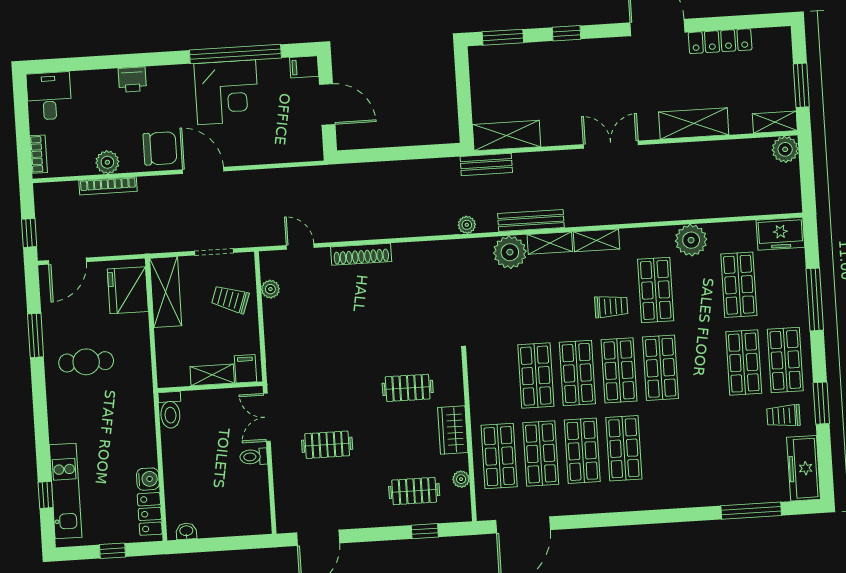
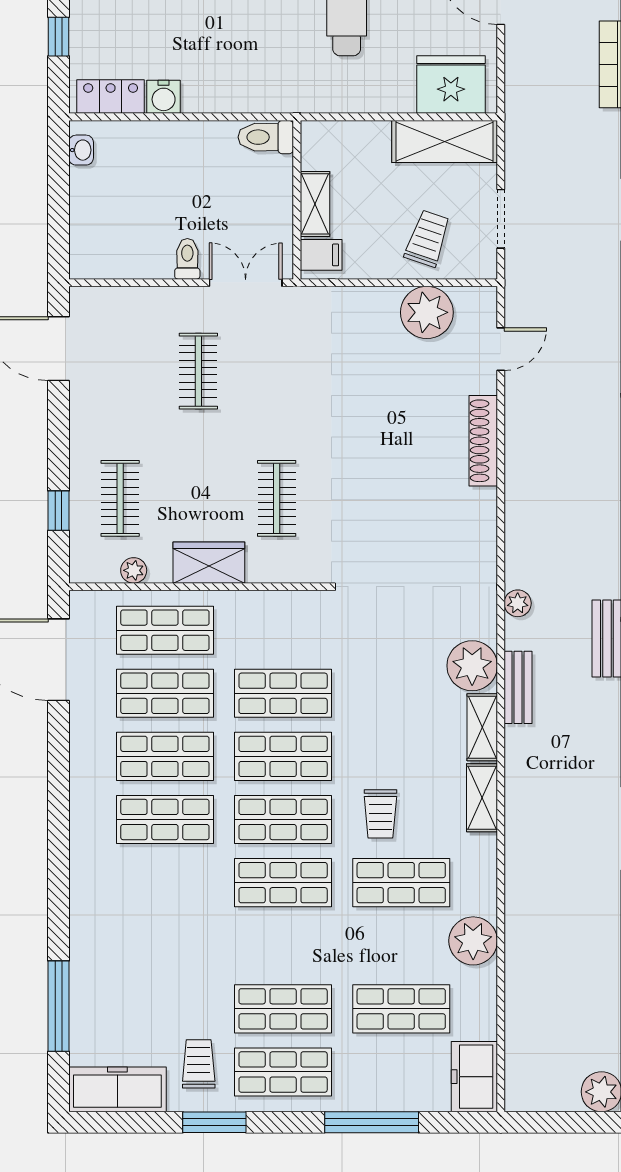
bench: (531, 221) -> (518, 687), width x0.73
plant: (270, 289) -> (427, 312), width x1.88, depth x1.88

